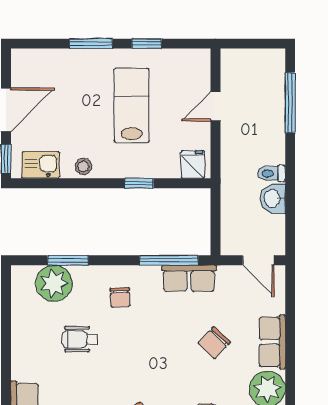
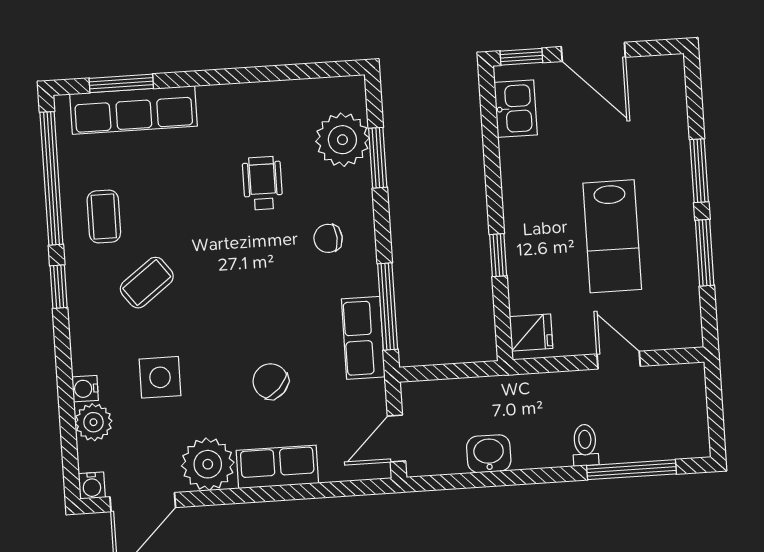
window: (147, 44) -> (705, 253), width x1.50
lab bench: (131, 105) -> (612, 236), turned 90
stool: (83, 166) -> (517, 171), removed
toilet: (271, 173) -> (585, 445), moved

